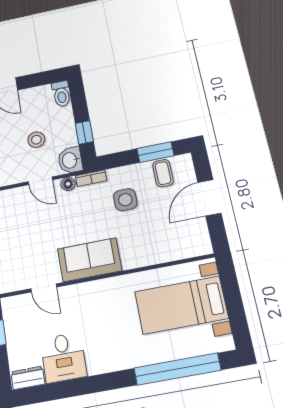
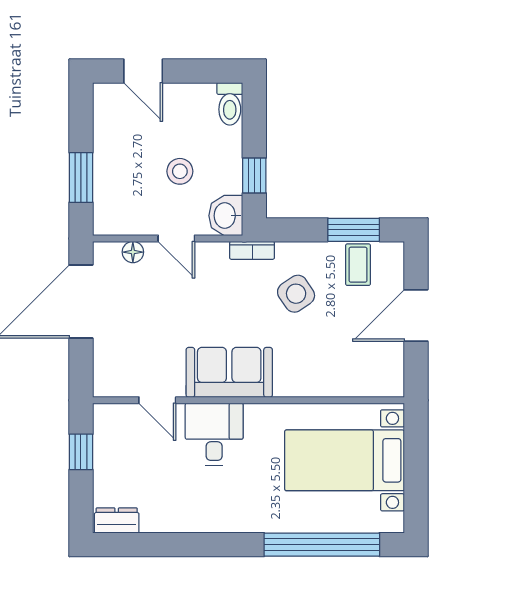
floor lamp: (68, 184) -> (133, 252), moved
side table: (125, 200) -> (296, 294), turned -34
desk: (63, 357) -> (214, 434), moved, turned 180

